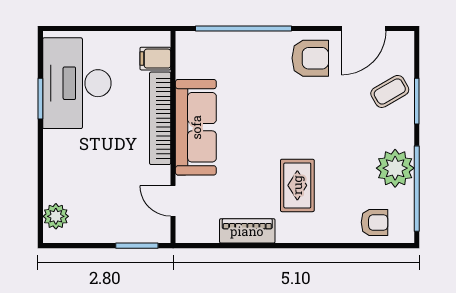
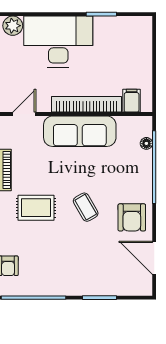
floor lamp: (212, 39) -> (146, 143), added
desk: (77, 83) -> (58, 42), moved
coffee table: (390, 91) -> (86, 207), moved
plant: (395, 168) -> (49, 281), removed

